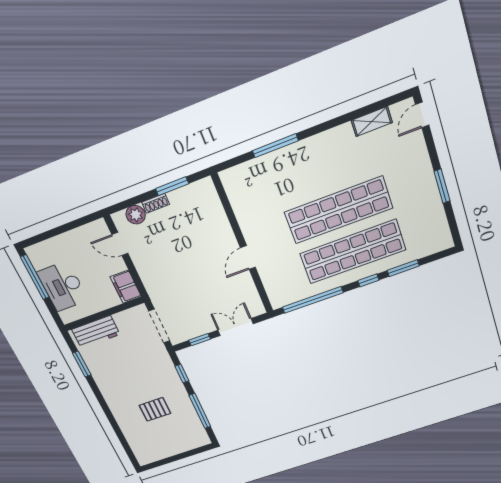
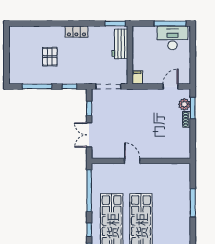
window: (172, 186) -> (193, 108), moved
desk: (63, 286) -> (172, 38), moved
filing cabinet: (126, 287) -> (137, 77), width x0.50
double door: (236, 327) -> (89, 135), swing flipped
window: (82, 364) -> (115, 24), moved
locker: (108, 390) -> (76, 32), added

